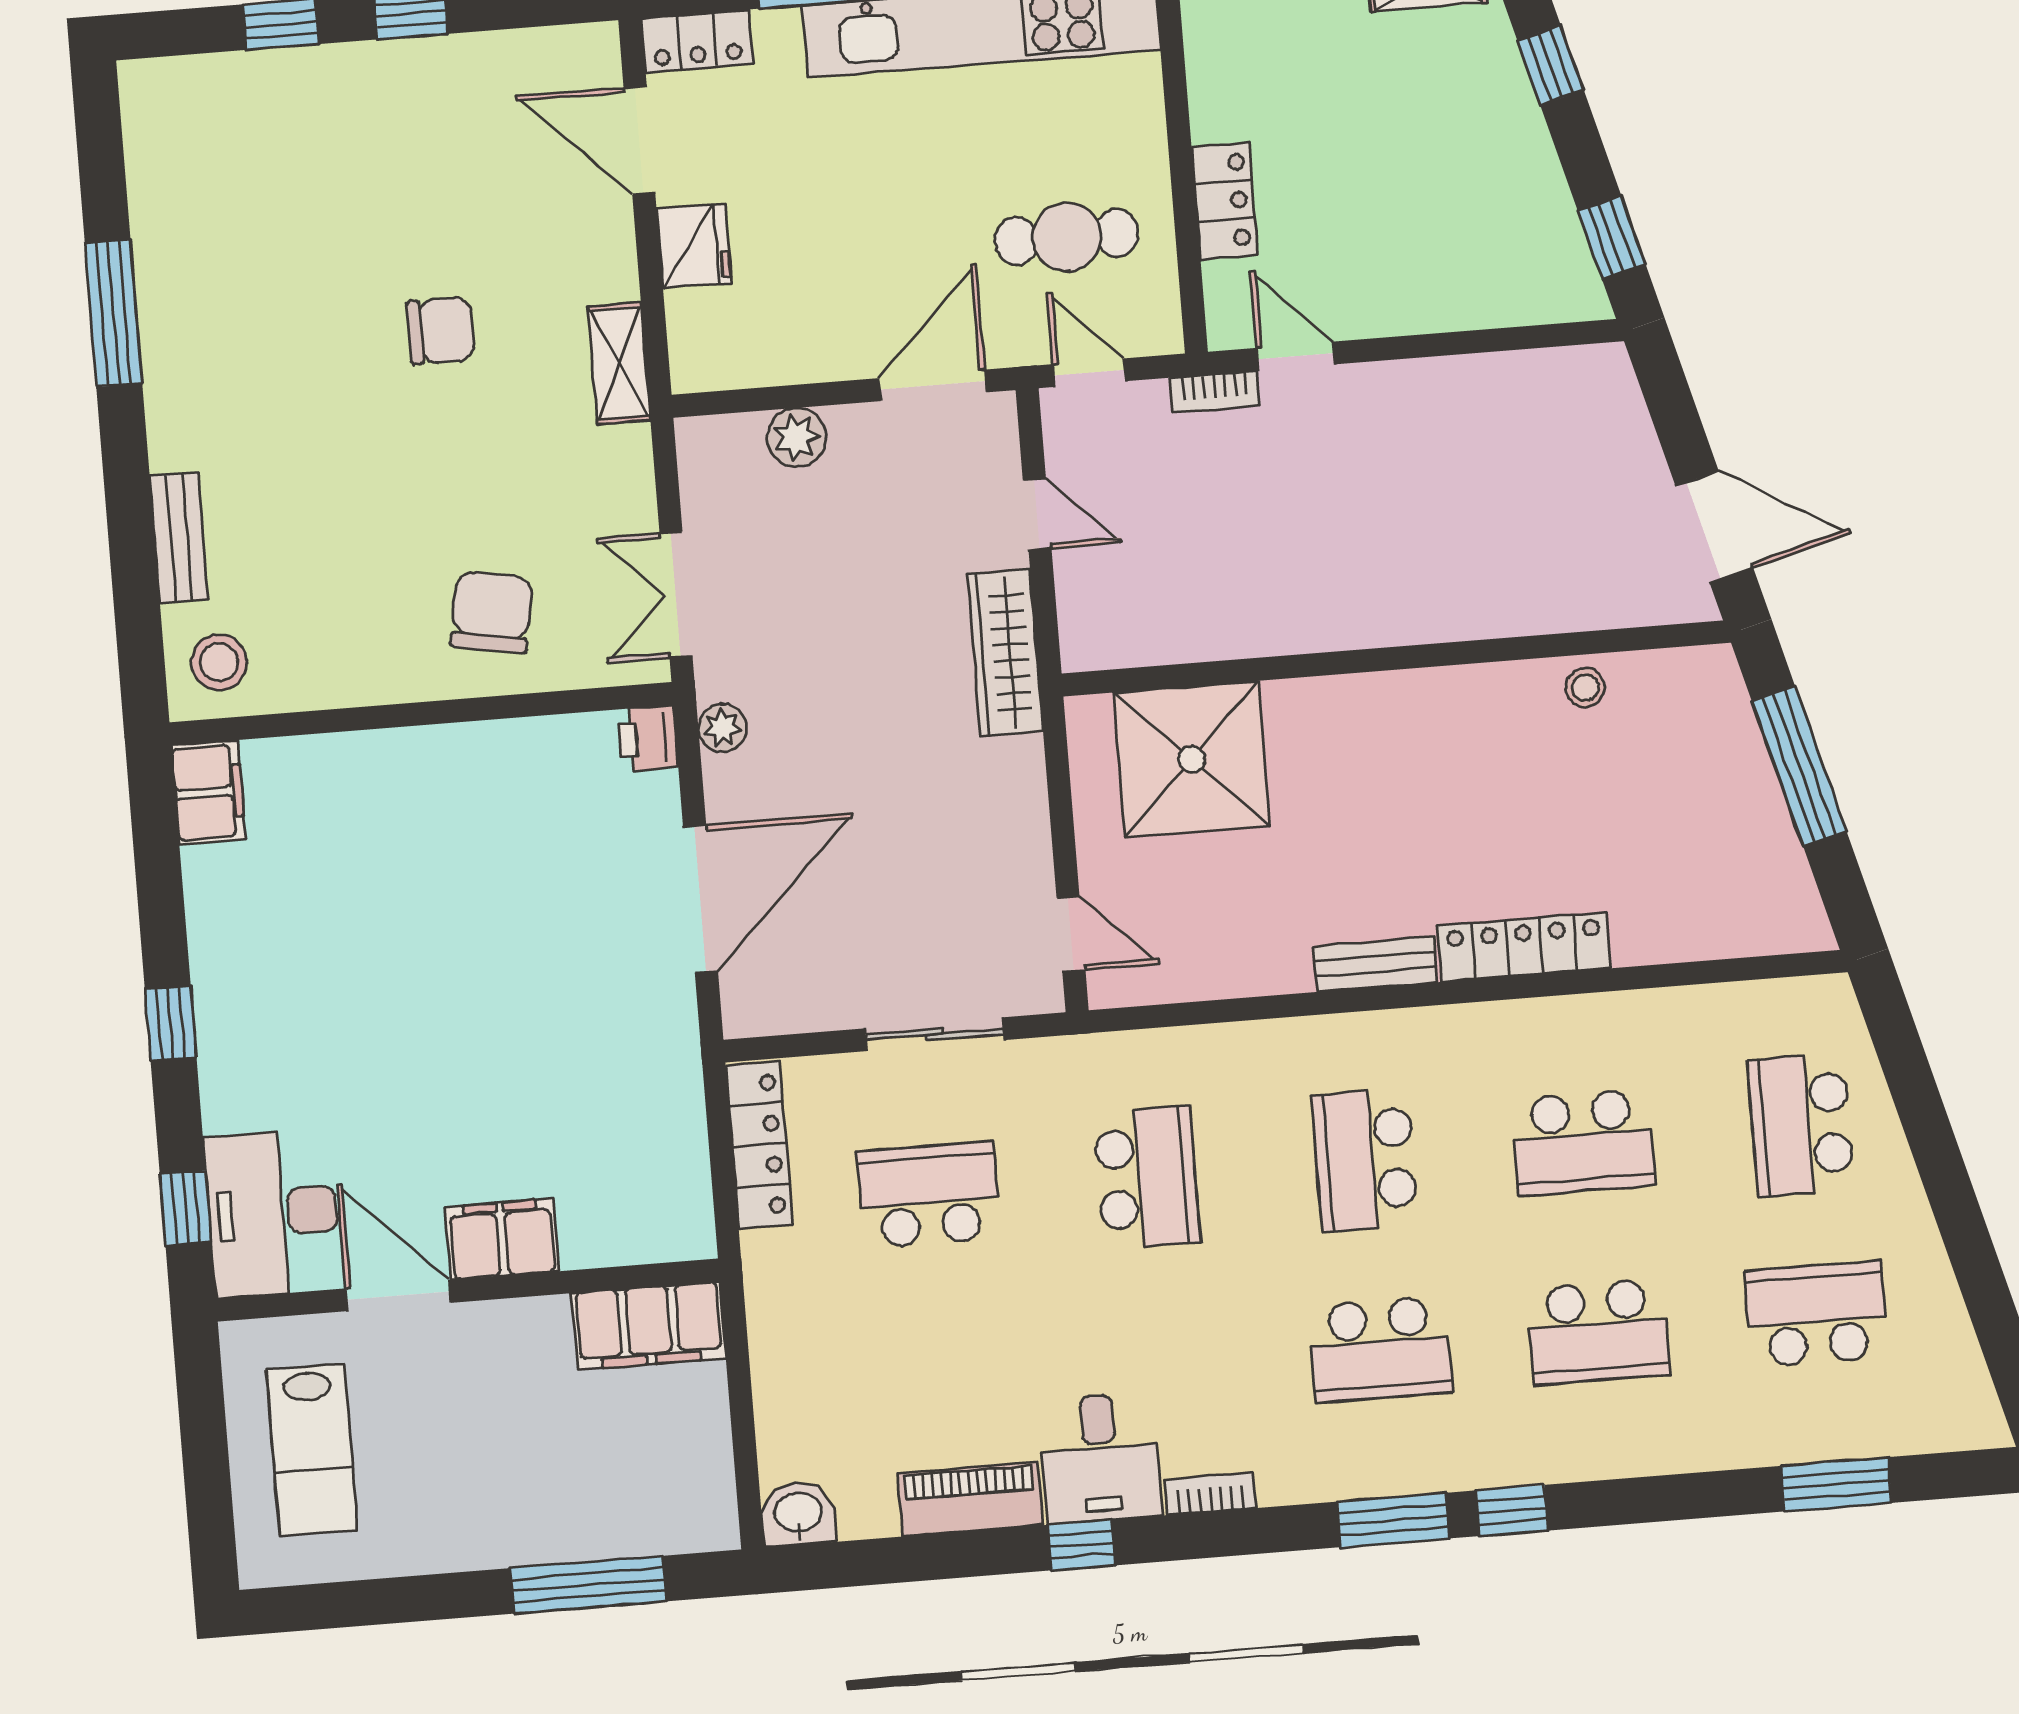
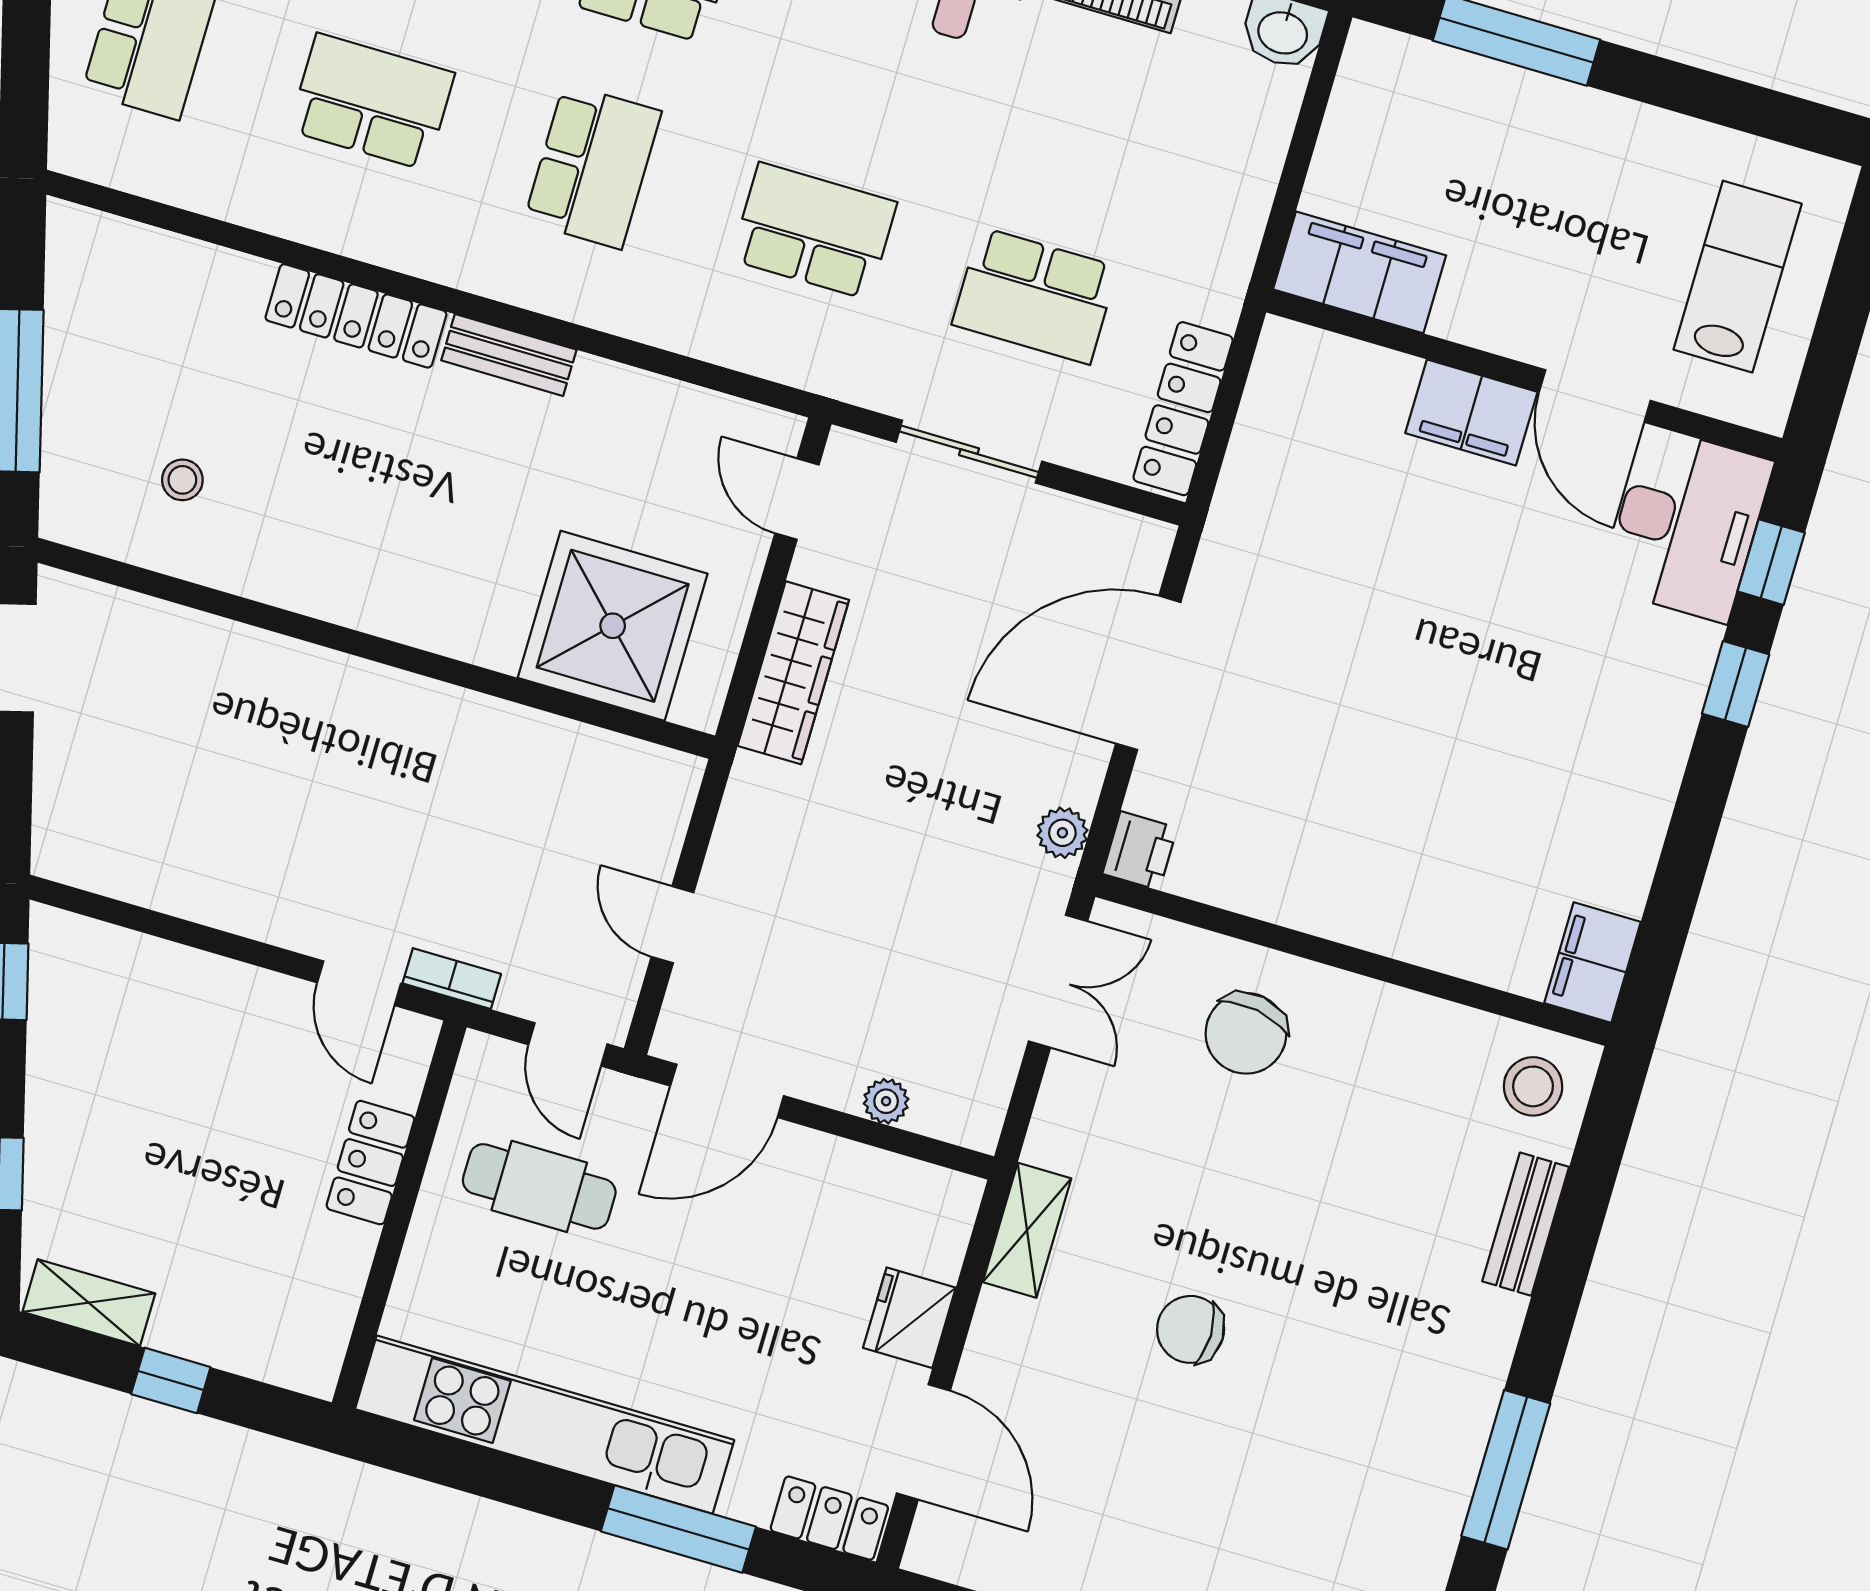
plant: (797, 437) -> (886, 1101), width x0.73, depth x0.73
wardrobe: (1005, 653) -> (793, 673), moved
stool: (1585, 688) -> (182, 480), moved
window: (171, 1023) -> (1736, 684), moved
school desk: (1147, 1177) -> (814, 231), turned 90

